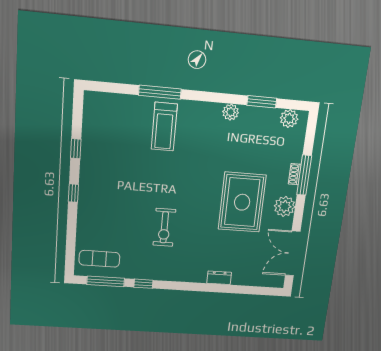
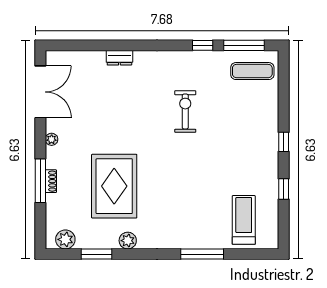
treadmill: (164, 127) -> (244, 220), moved
rug: (242, 202) -> (114, 186), moved
plant: (285, 206) -> (52, 139), width x0.53, depth x0.53

